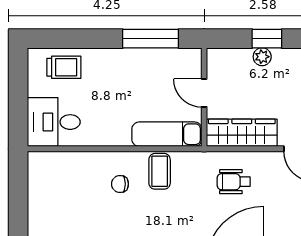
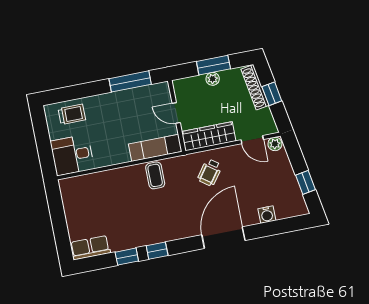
window: (267, 39) -> (213, 65), width x1.50
wheelchair: (234, 182) -> (210, 172), turned -54
chair: (120, 184) -> (129, 190), removed

